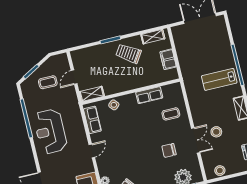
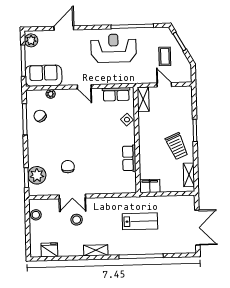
trolley: (129, 54) -> (177, 146), turned 124
filing cabinet: (168, 59) -> (150, 186), moved
lab bench: (219, 79) -> (140, 221), moved, turned 90
coffee table: (171, 114) -> (105, 177), removed

